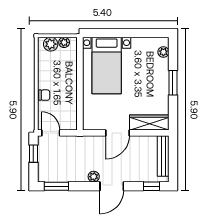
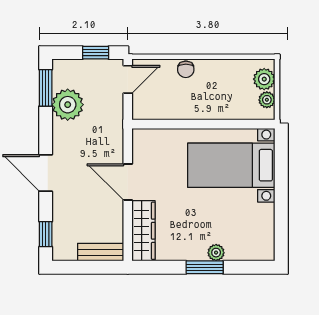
plant: (163, 52) -> (216, 253), moved
bench: (163, 156) -> (101, 252), width x0.73
plant: (94, 177) -> (68, 105), moved, width x1.88, depth x1.88

